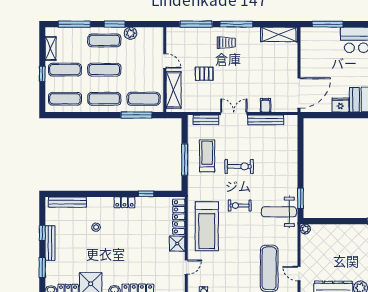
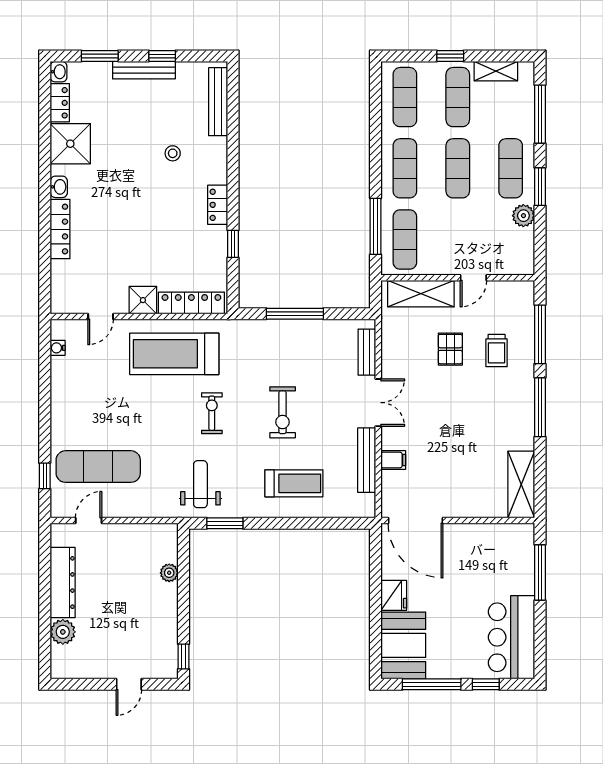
trolley: (226, 43) -> (497, 351), moved
treadmill: (207, 156) -> (294, 483), moved
weight bench: (279, 212) -> (200, 484), width x0.73, depth x0.75
plant: (305, 229) -> (169, 573), moved
door: (186, 267) -> (101, 316), hinge flipped

